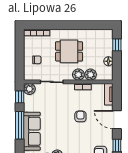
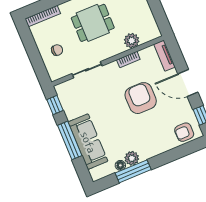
floor lamp: (108, 61) -> (147, 15), removed
plant: (78, 75) -> (116, 47), removed
plant: (29, 89) -> (63, 90), removed
armchair: (80, 116) -> (141, 98), width x1.88, depth x1.88

